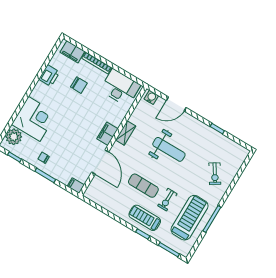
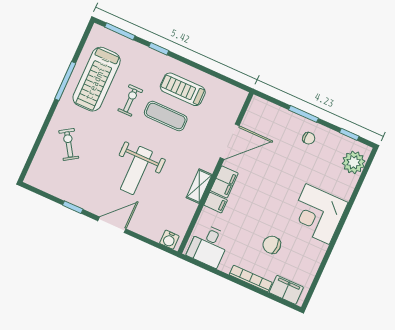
printer: (49, 76) -> (314, 253), removed
desk: (120, 88) -> (208, 246), width x0.73
door: (176, 104) -> (112, 225), moved
corner desk: (34, 119) -> (318, 214), moved
weight bench: (169, 149) -> (136, 170), turned -90
door: (100, 162) -> (230, 142), swing flipped
filing cabinet: (76, 186) -> (216, 203), moved
treadmill: (145, 218) -> (183, 89), moved, turned 180

